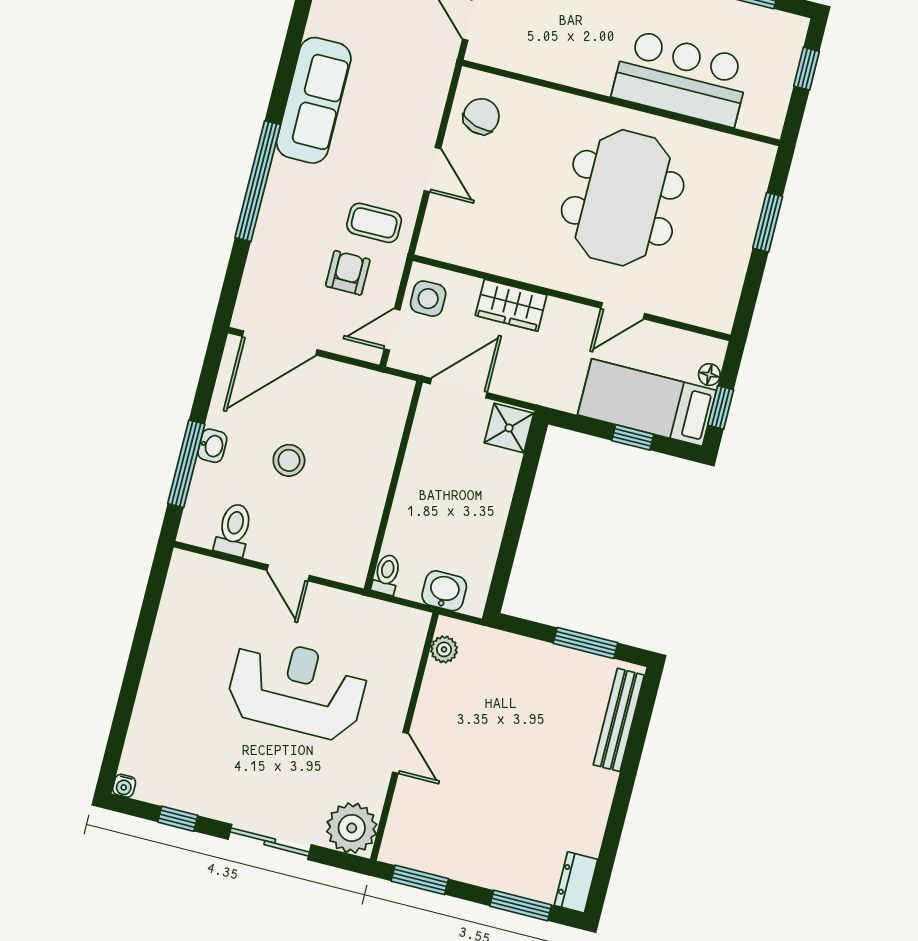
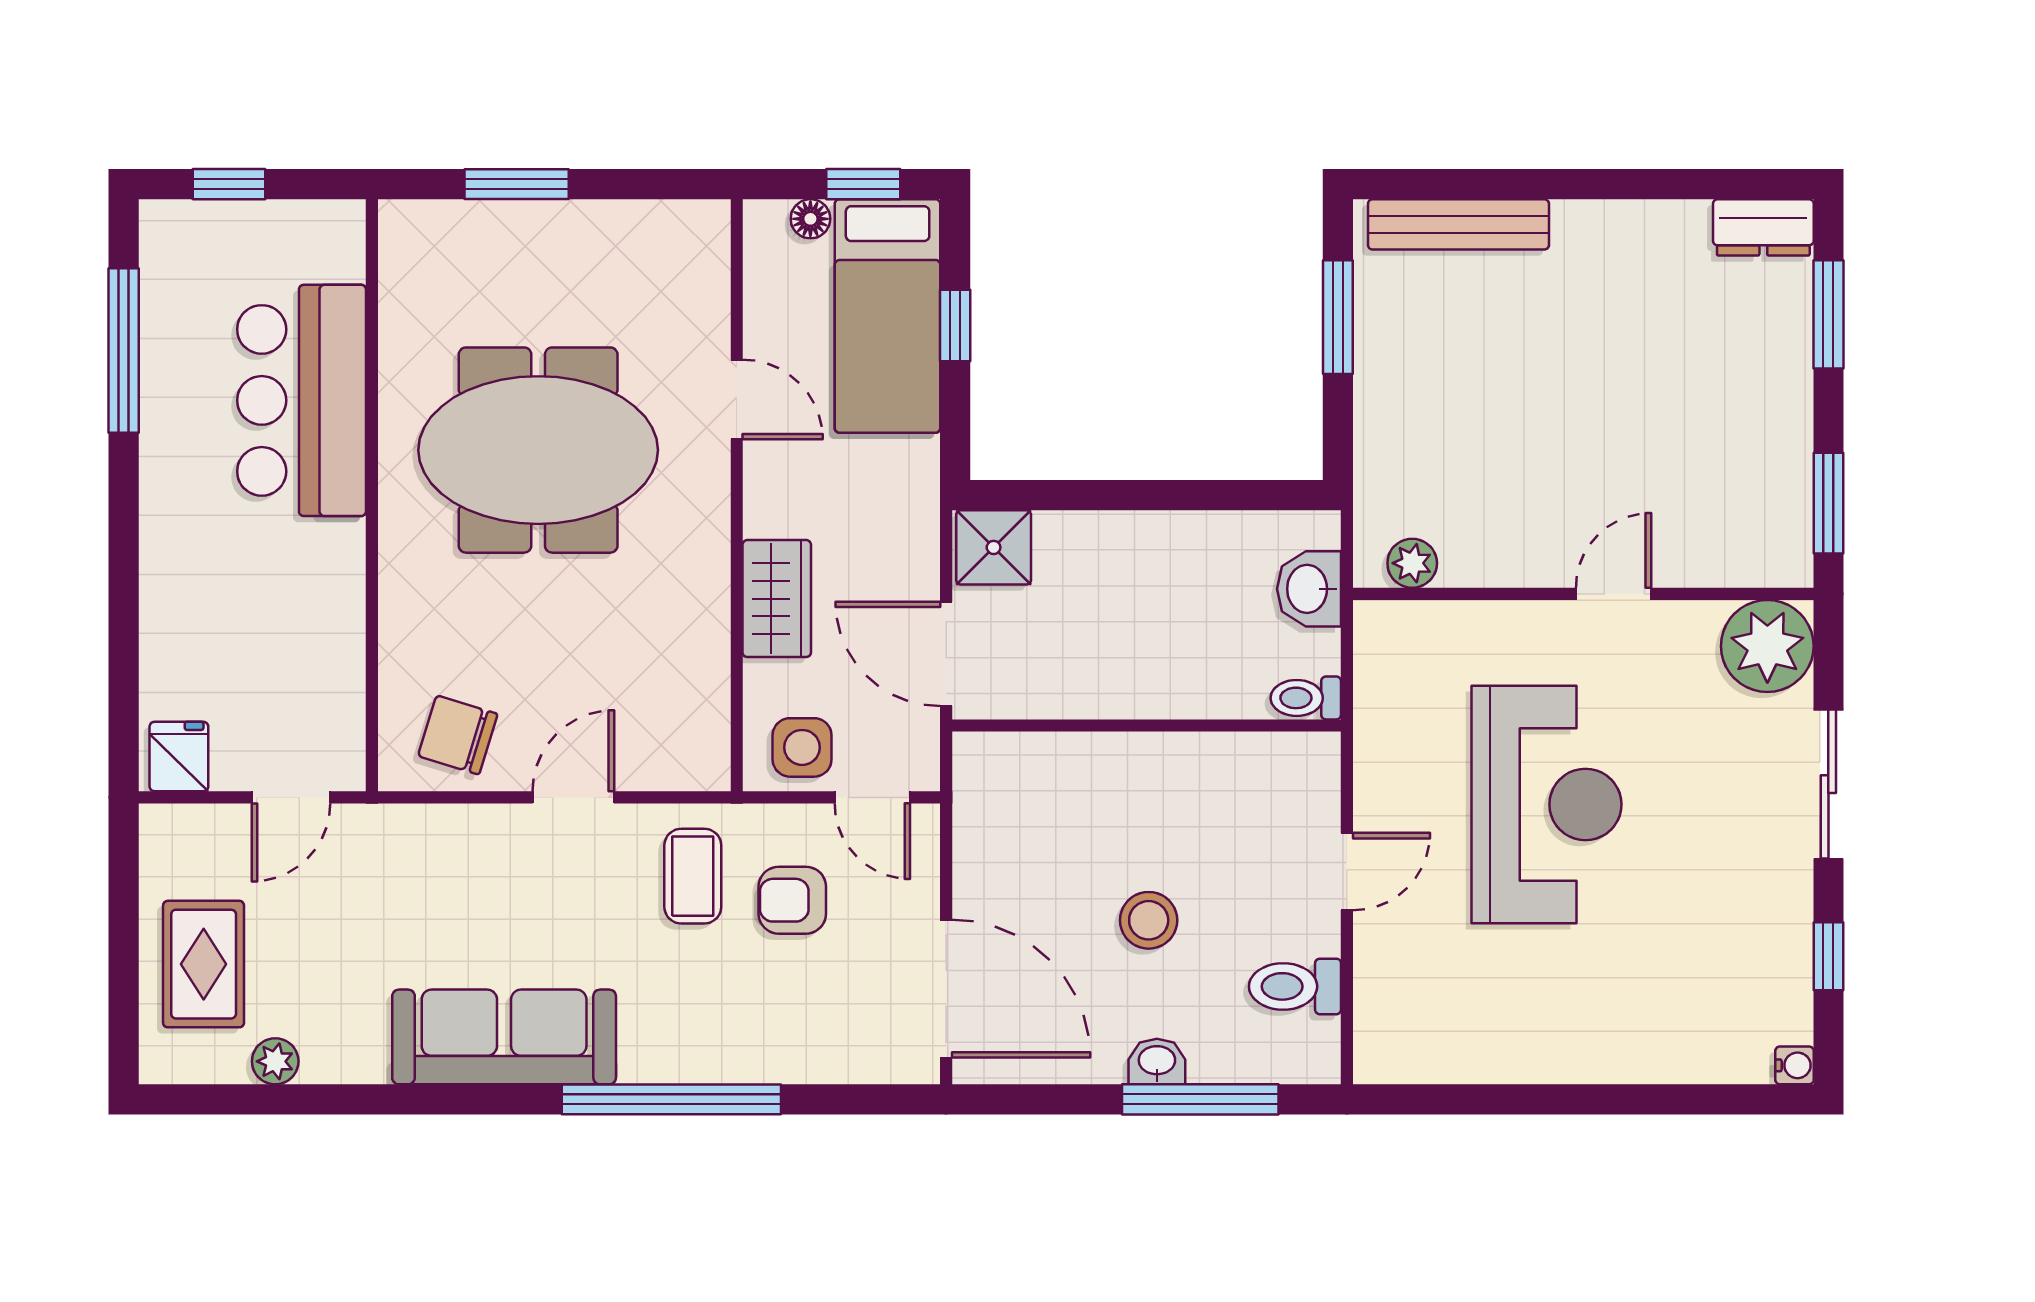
reception desk: (297, 689) -> (1547, 804), turned 180

